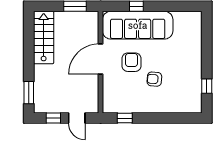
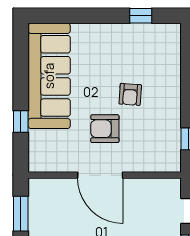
sofa: (138, 25) -> (49, 76), moved

